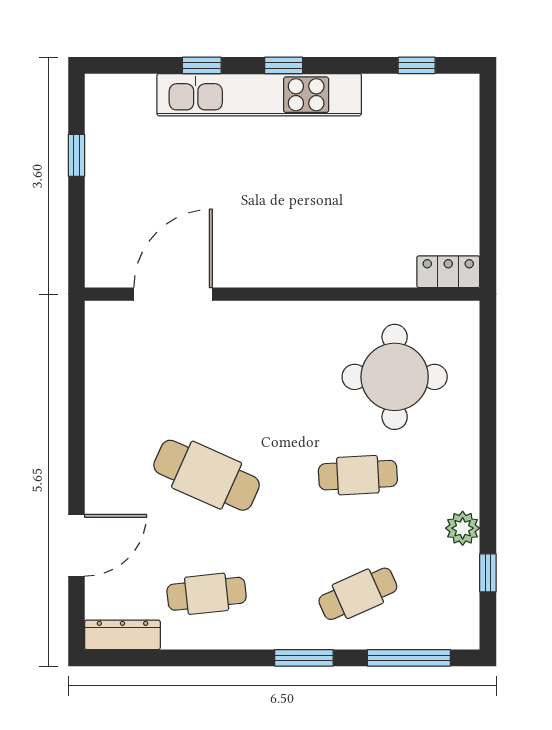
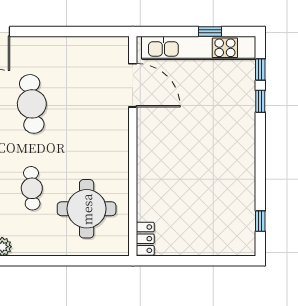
window: (284, 65) -> (260, 69), moved
kitchen unit: (259, 95) -> (199, 48), moved, turned -90
cafe table: (207, 475) -> (32, 104), turned -30

